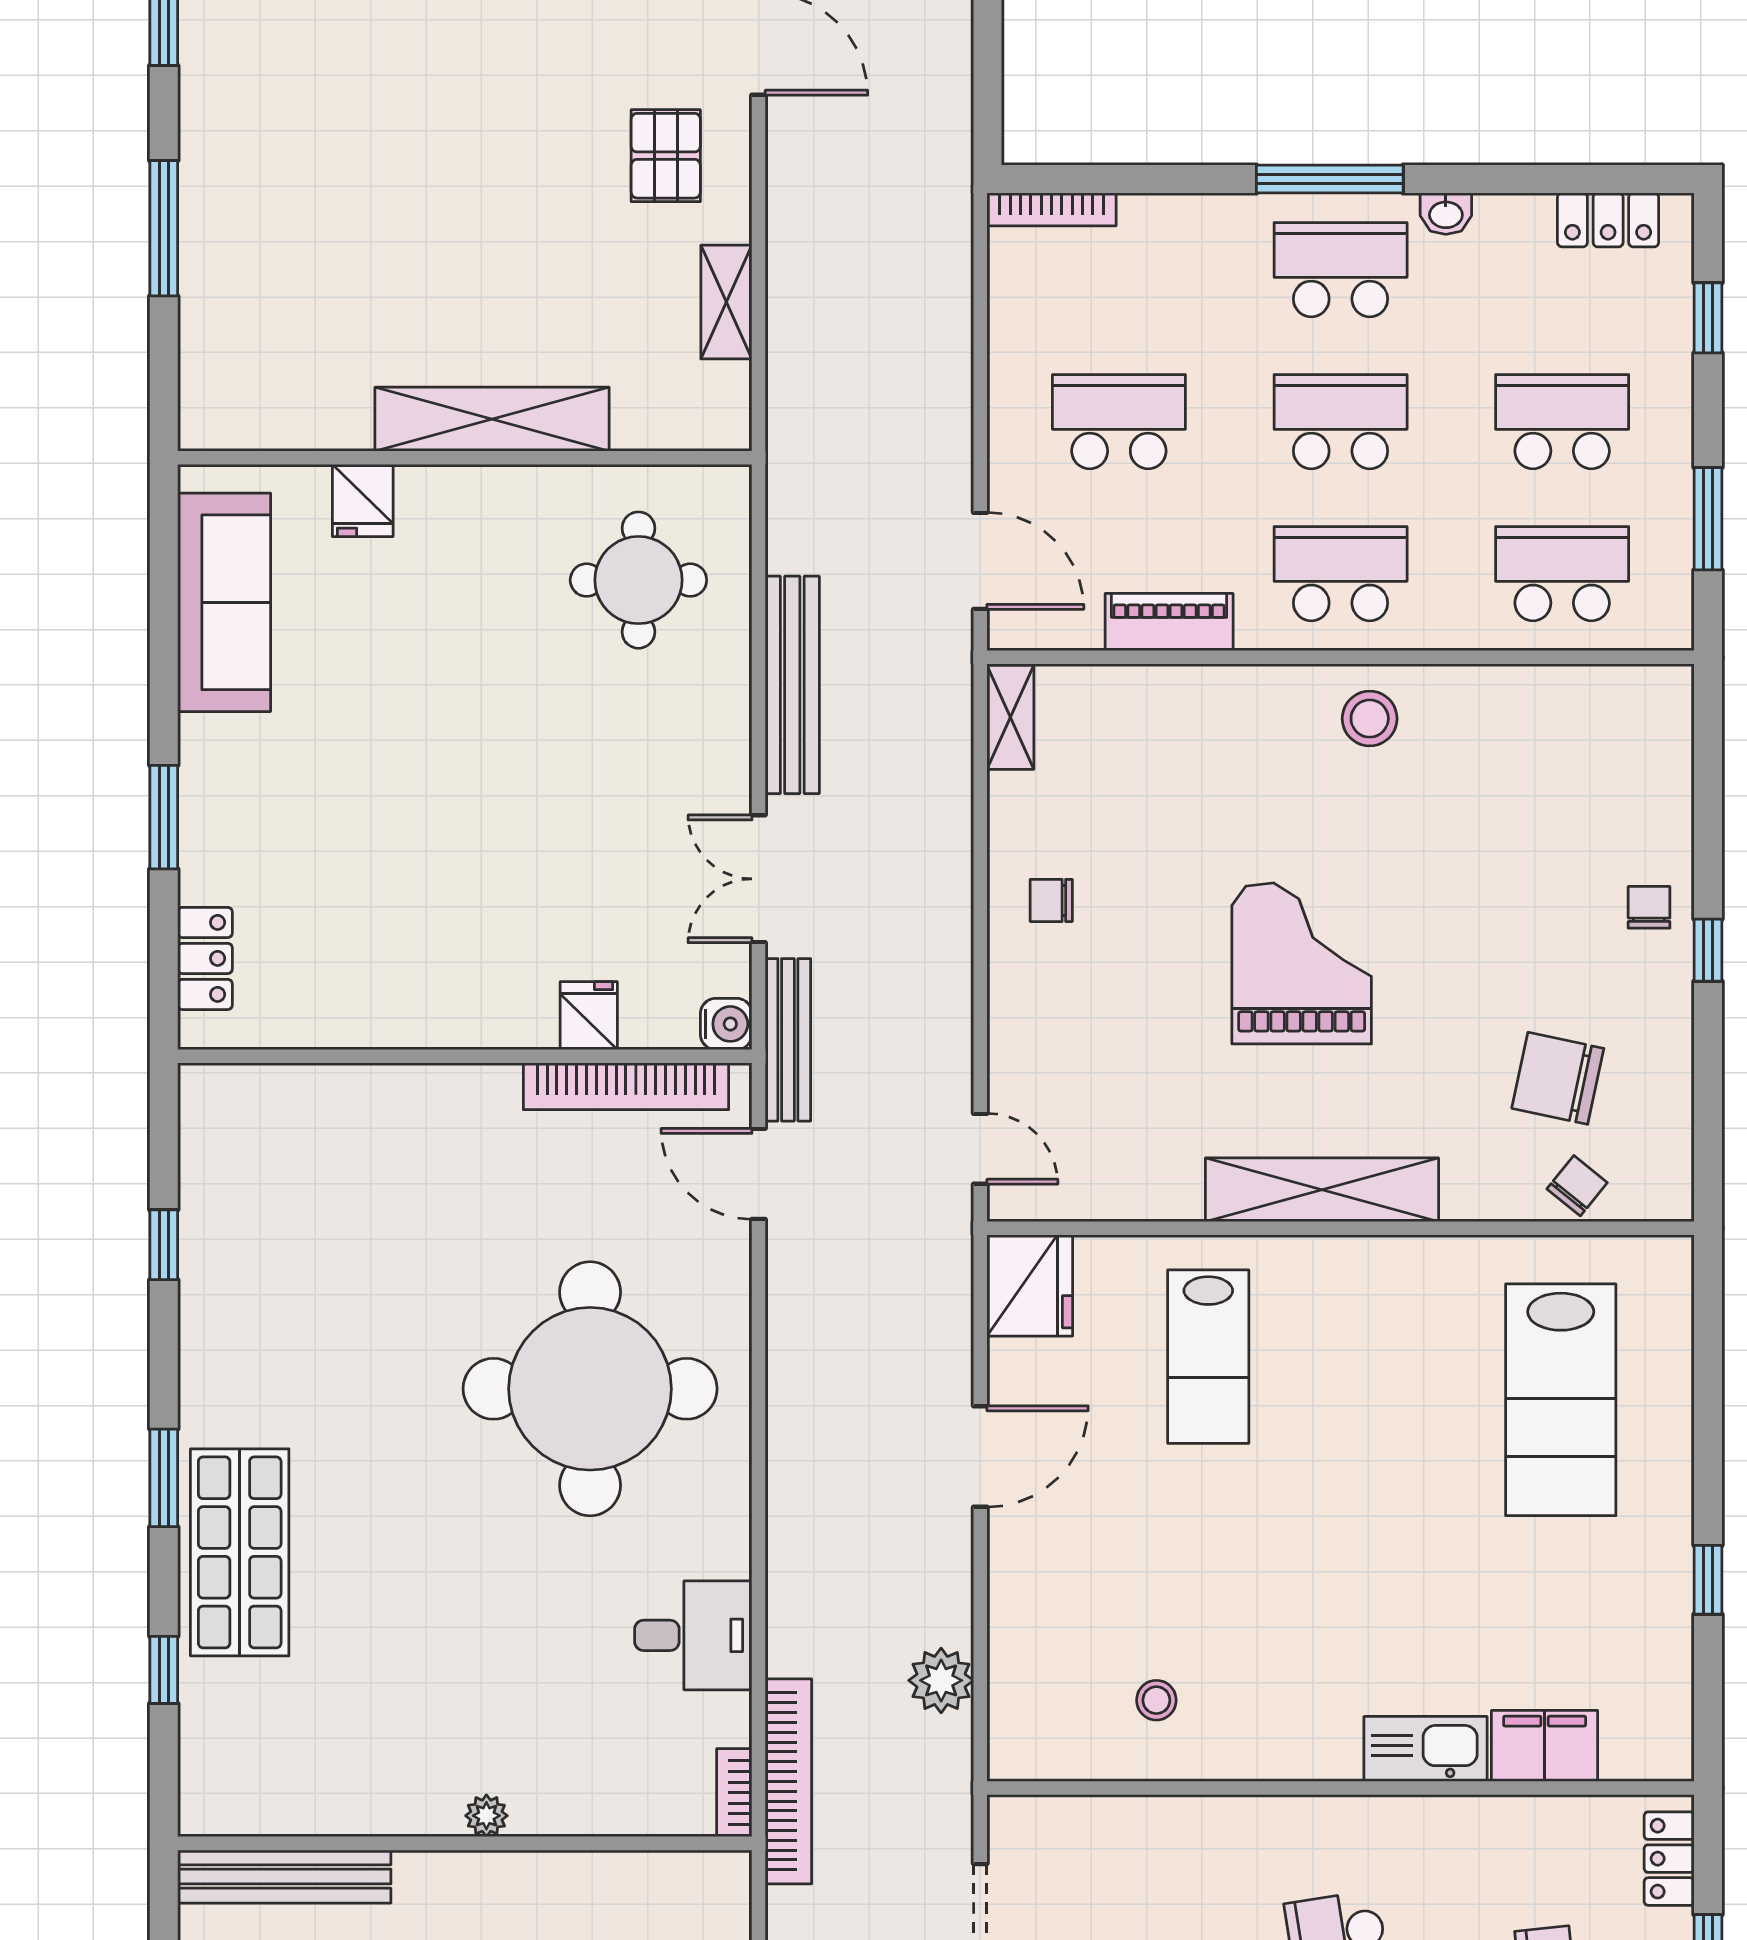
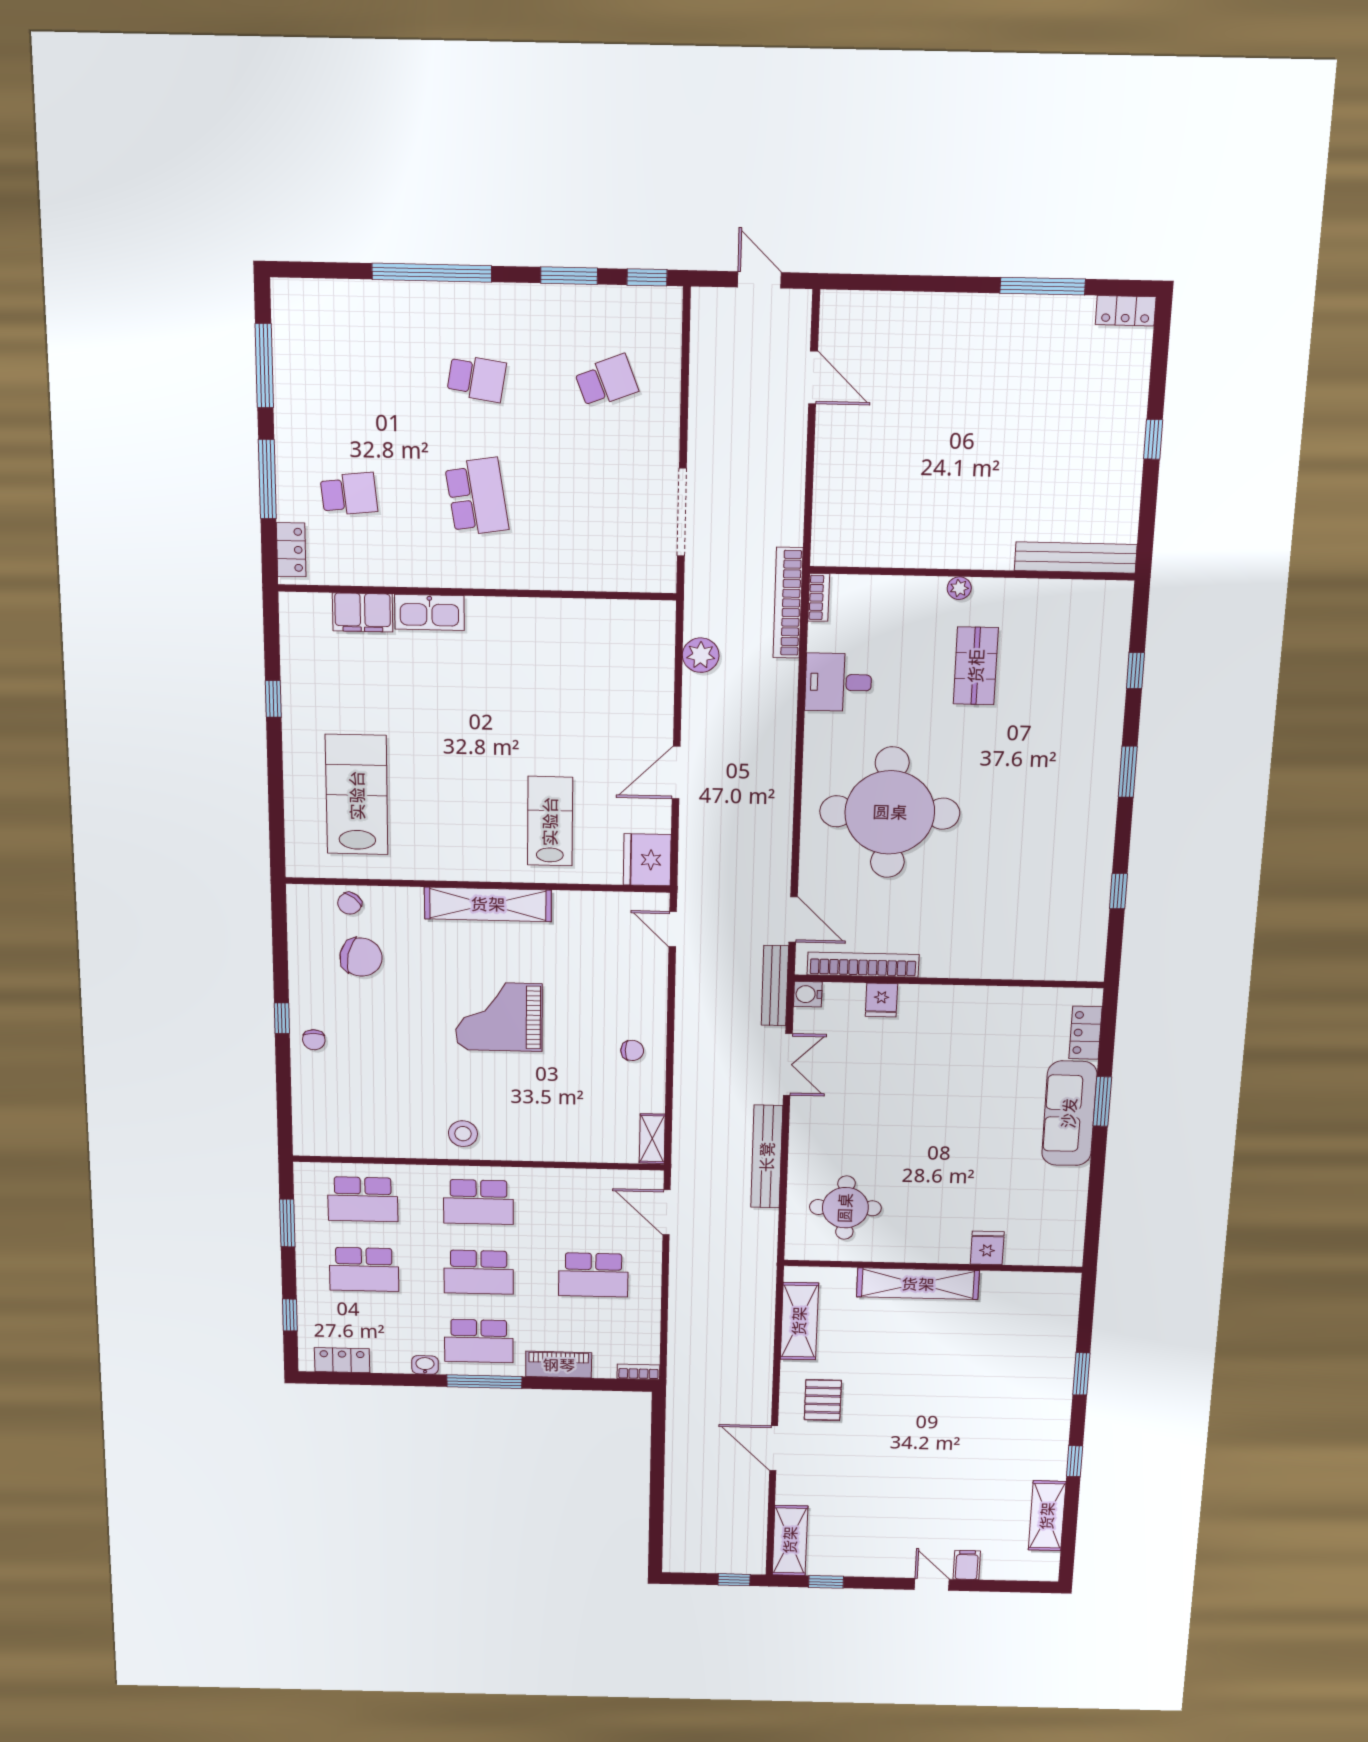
bookcase: (1051, 209) -> (638, 1372), width x0.64
window: (164, 228) -> (1081, 1374), width x0.69
shelving: (726, 302) -> (799, 1321), width x1.50, depth x1.33
sofa: (224, 602) -> (1069, 1113), moved
piano: (1169, 622) -> (559, 1365), moved, turned 180
grand piano: (1302, 963) -> (499, 1017), turned 90
shop shelf: (240, 1552) -> (976, 666), moved, width x0.70, depth x0.74
stool: (1156, 1700) -> (580, 642), removed

